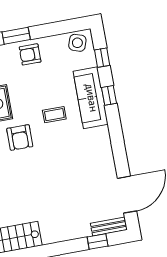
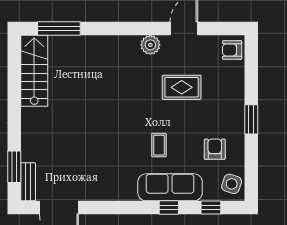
armchair: (30, 54) -> (215, 149), moved
armchair: (20, 137) -> (141, 103), removed
window: (98, 241) -> (14, 167), width x1.50

